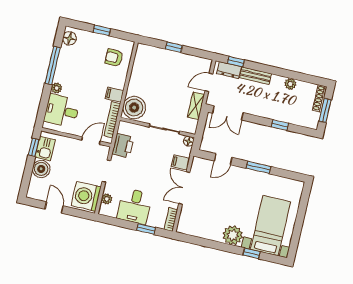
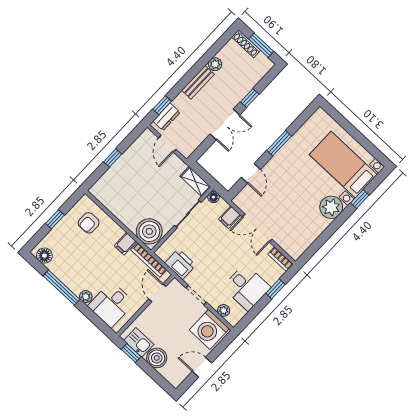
bench: (256, 76) -> (198, 82), moved
shelving: (196, 106) -> (195, 182), moved
double door: (228, 113) -> (225, 124), moved

